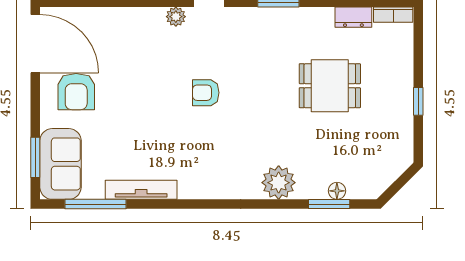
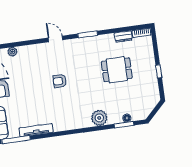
plant: (176, 17) -> (12, 52), moved

